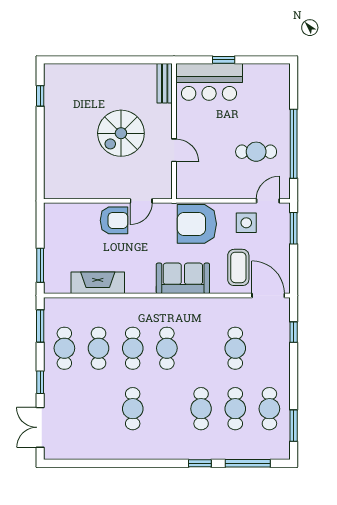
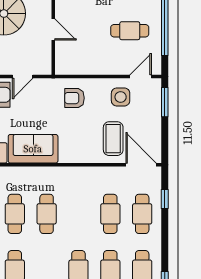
armchair: (197, 224) -> (74, 98), width x0.53, depth x0.53
sofa: (183, 278) -> (33, 149), moved
cafe table: (269, 348) -> (142, 214), added

